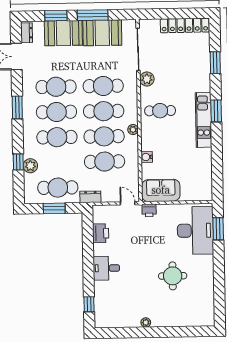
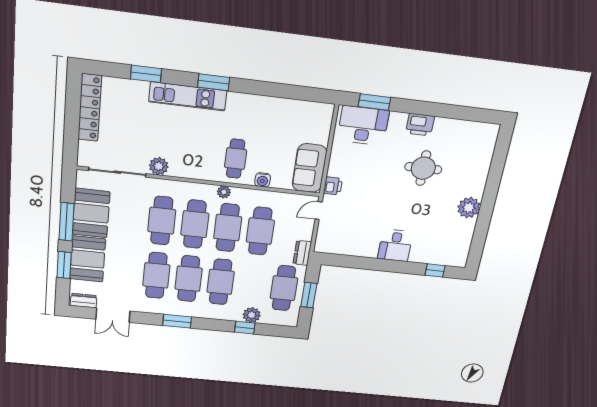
cafe table: (160, 111) -> (236, 159), moved
kitchen unit: (204, 120) -> (188, 96), moved
desk: (195, 231) -> (363, 125), width x0.73, depth x0.77
printer: (101, 233) -> (420, 125), moved, turned 180
plant: (146, 322) -> (469, 208), width x1.88, depth x1.88

